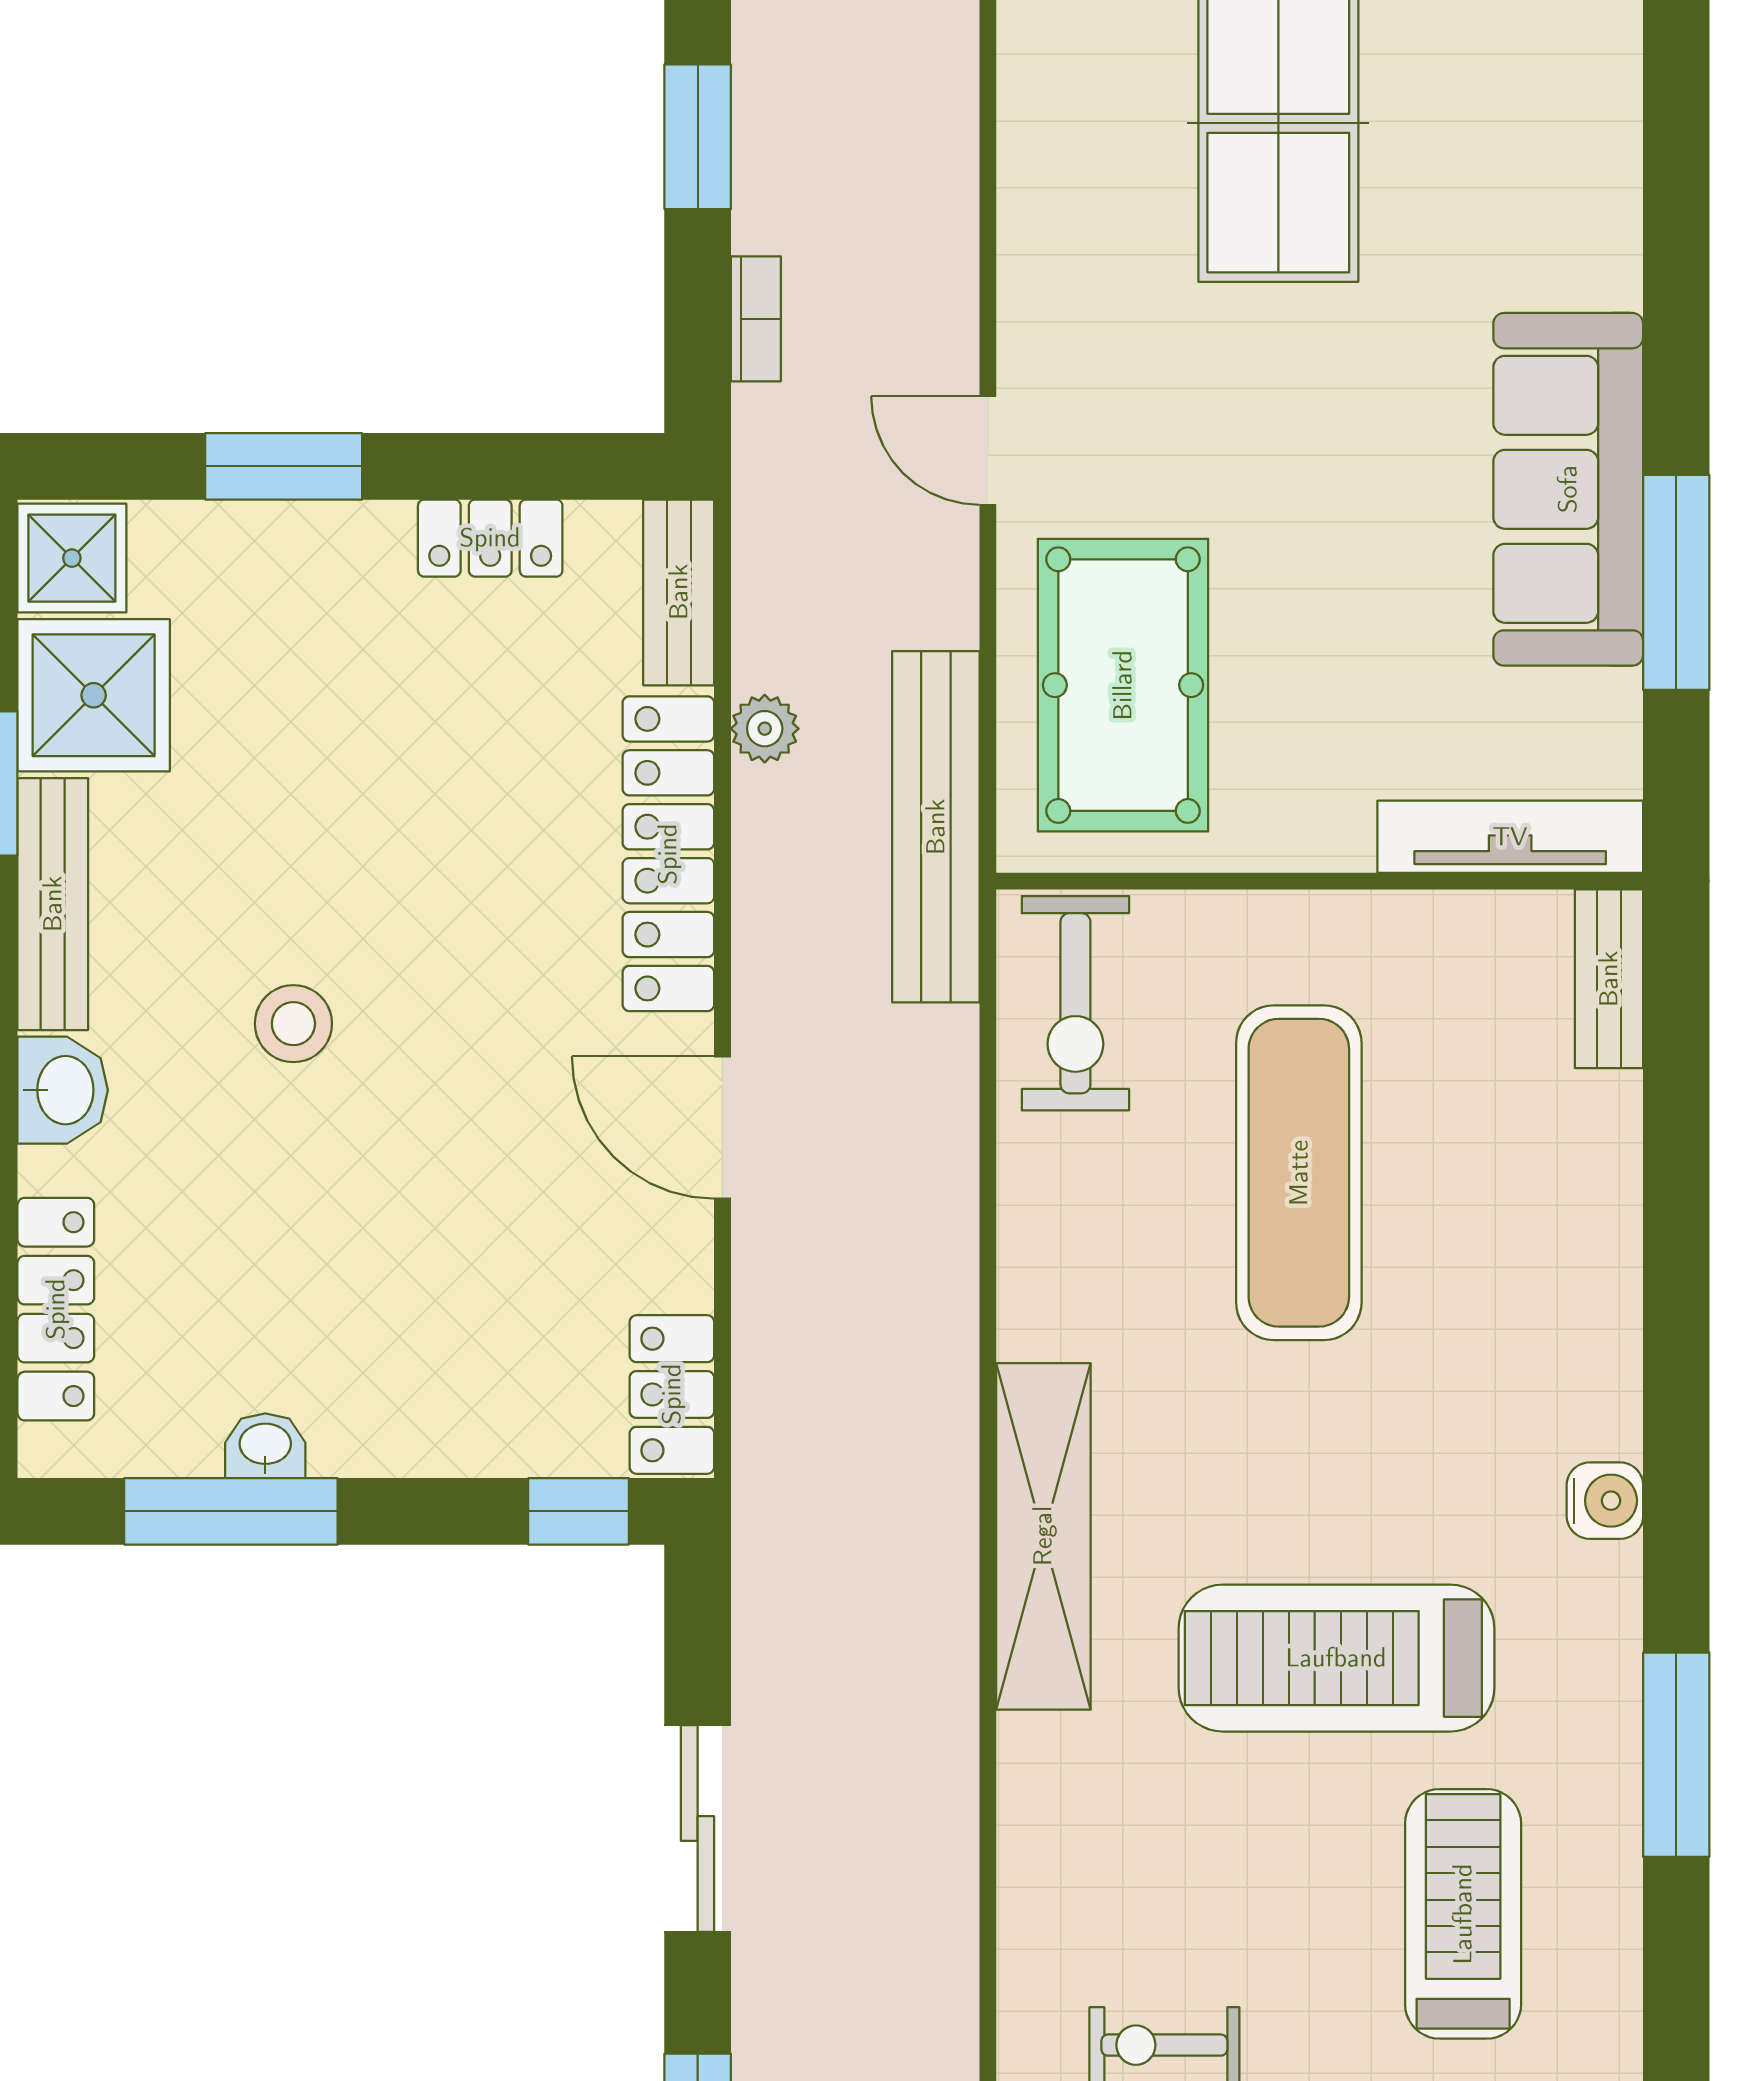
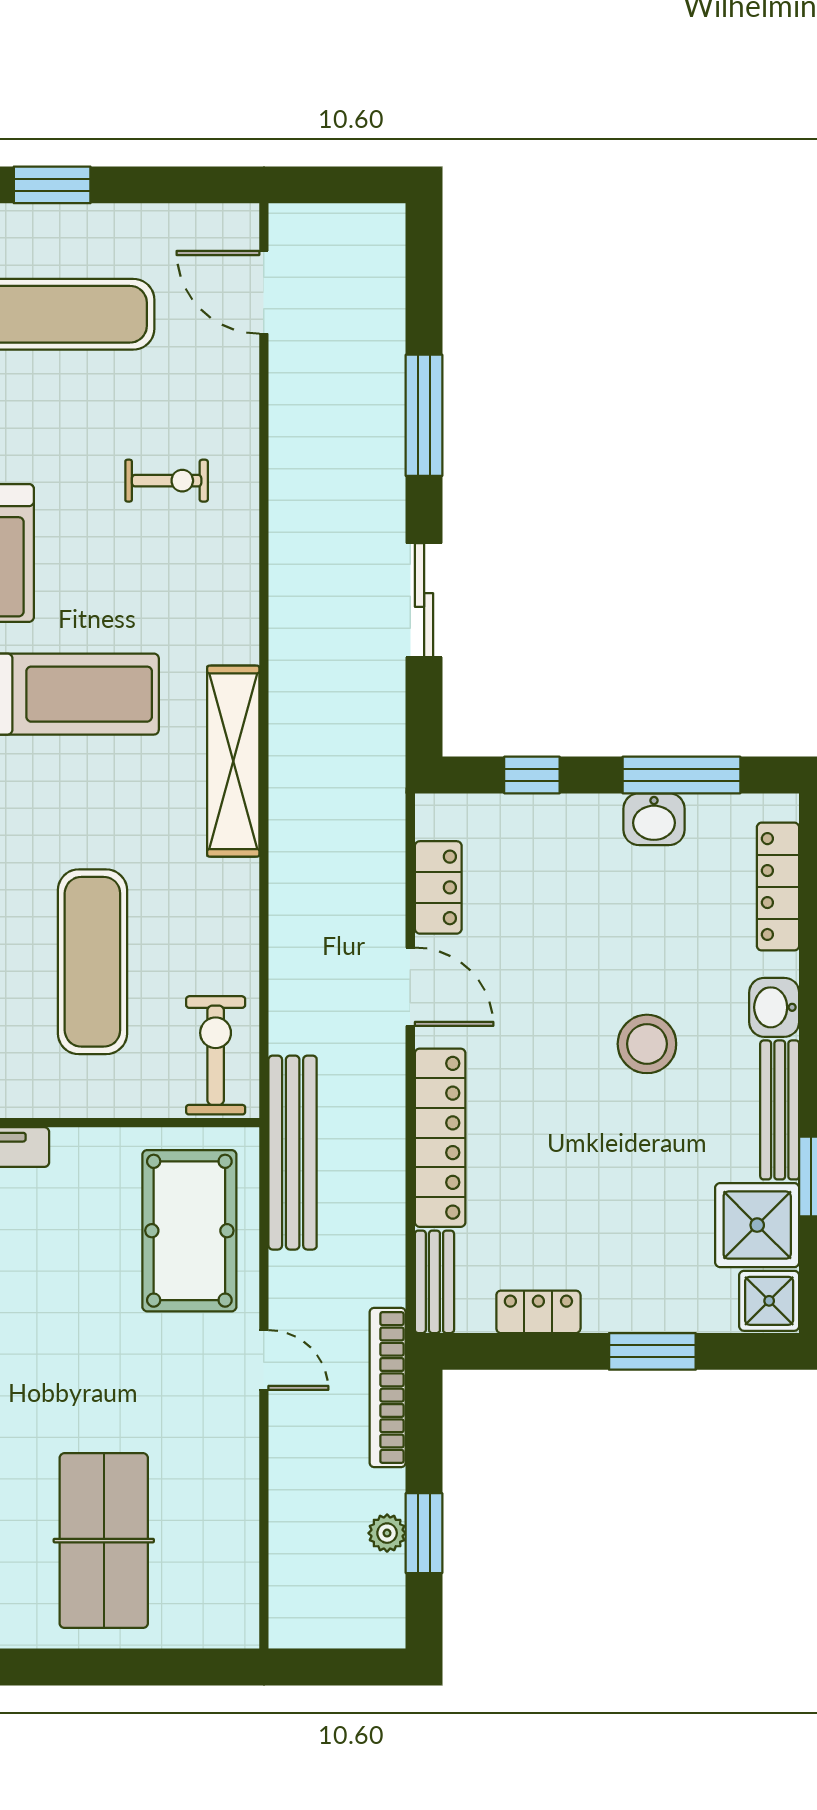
bookcase: (756, 319) -> (388, 1388), width x2.31, depth x1.31
plant: (765, 729) -> (387, 1533), moved
stool: (293, 1024) -> (647, 1044), width x1.38, depth x1.38
locker: (672, 1394) -> (438, 887), moved
washbasin: (265, 1446) -> (654, 819), width x1.38, depth x1.45
window: (579, 1511) -> (532, 775), moved

